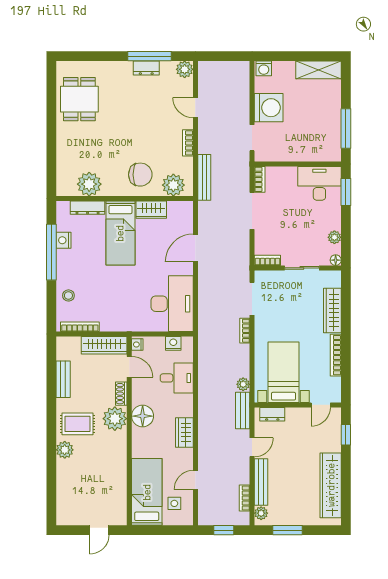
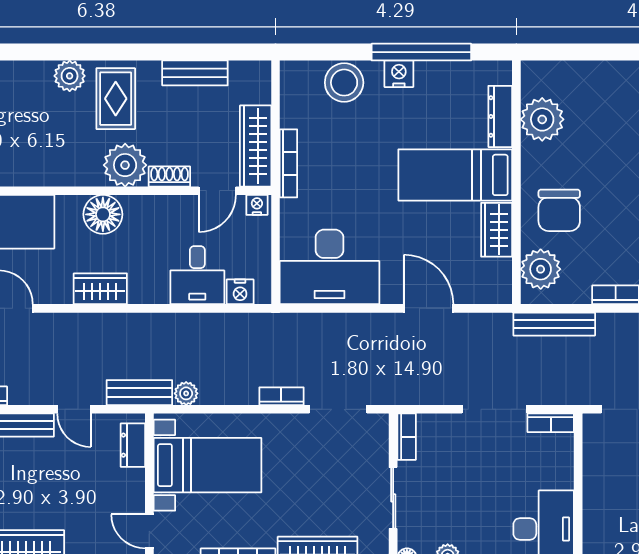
nightstand: (64, 240) -> (399, 74), moved
stool: (68, 295) -> (344, 83), width x1.89, depth x1.89
bookcase: (80, 327) -> (288, 163), moved
nightstand: (173, 343) -> (240, 292), moved, turned 90
floor lamp: (143, 416) -> (103, 214), moved

